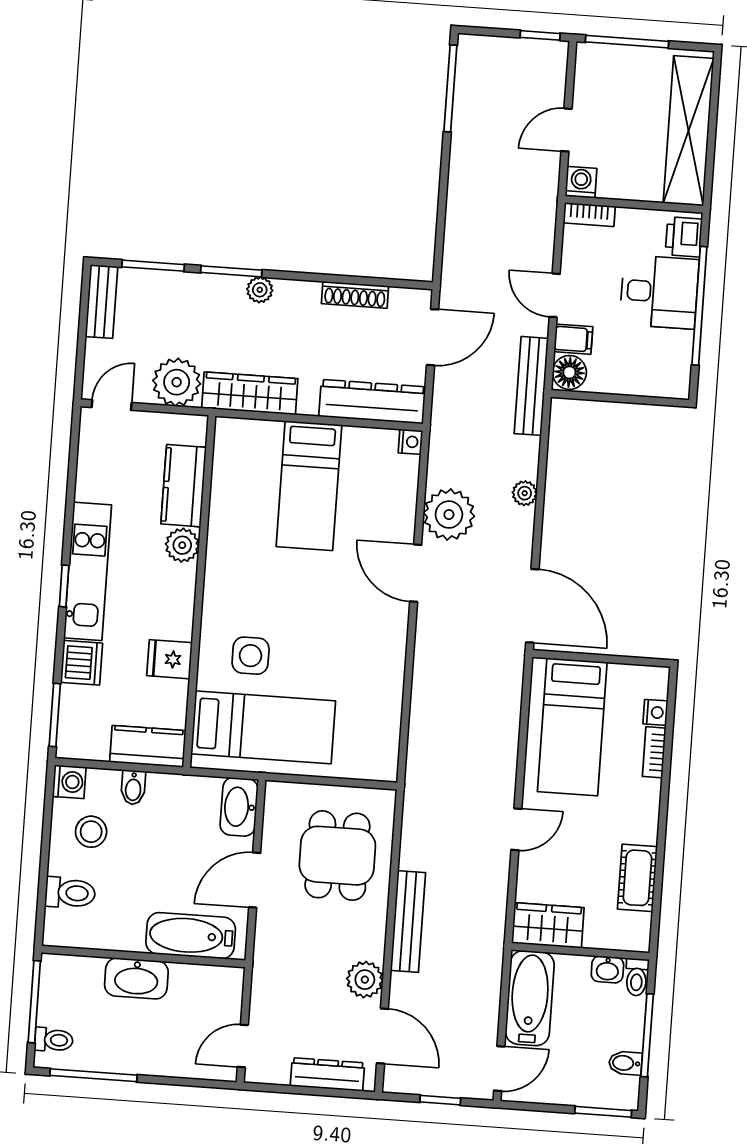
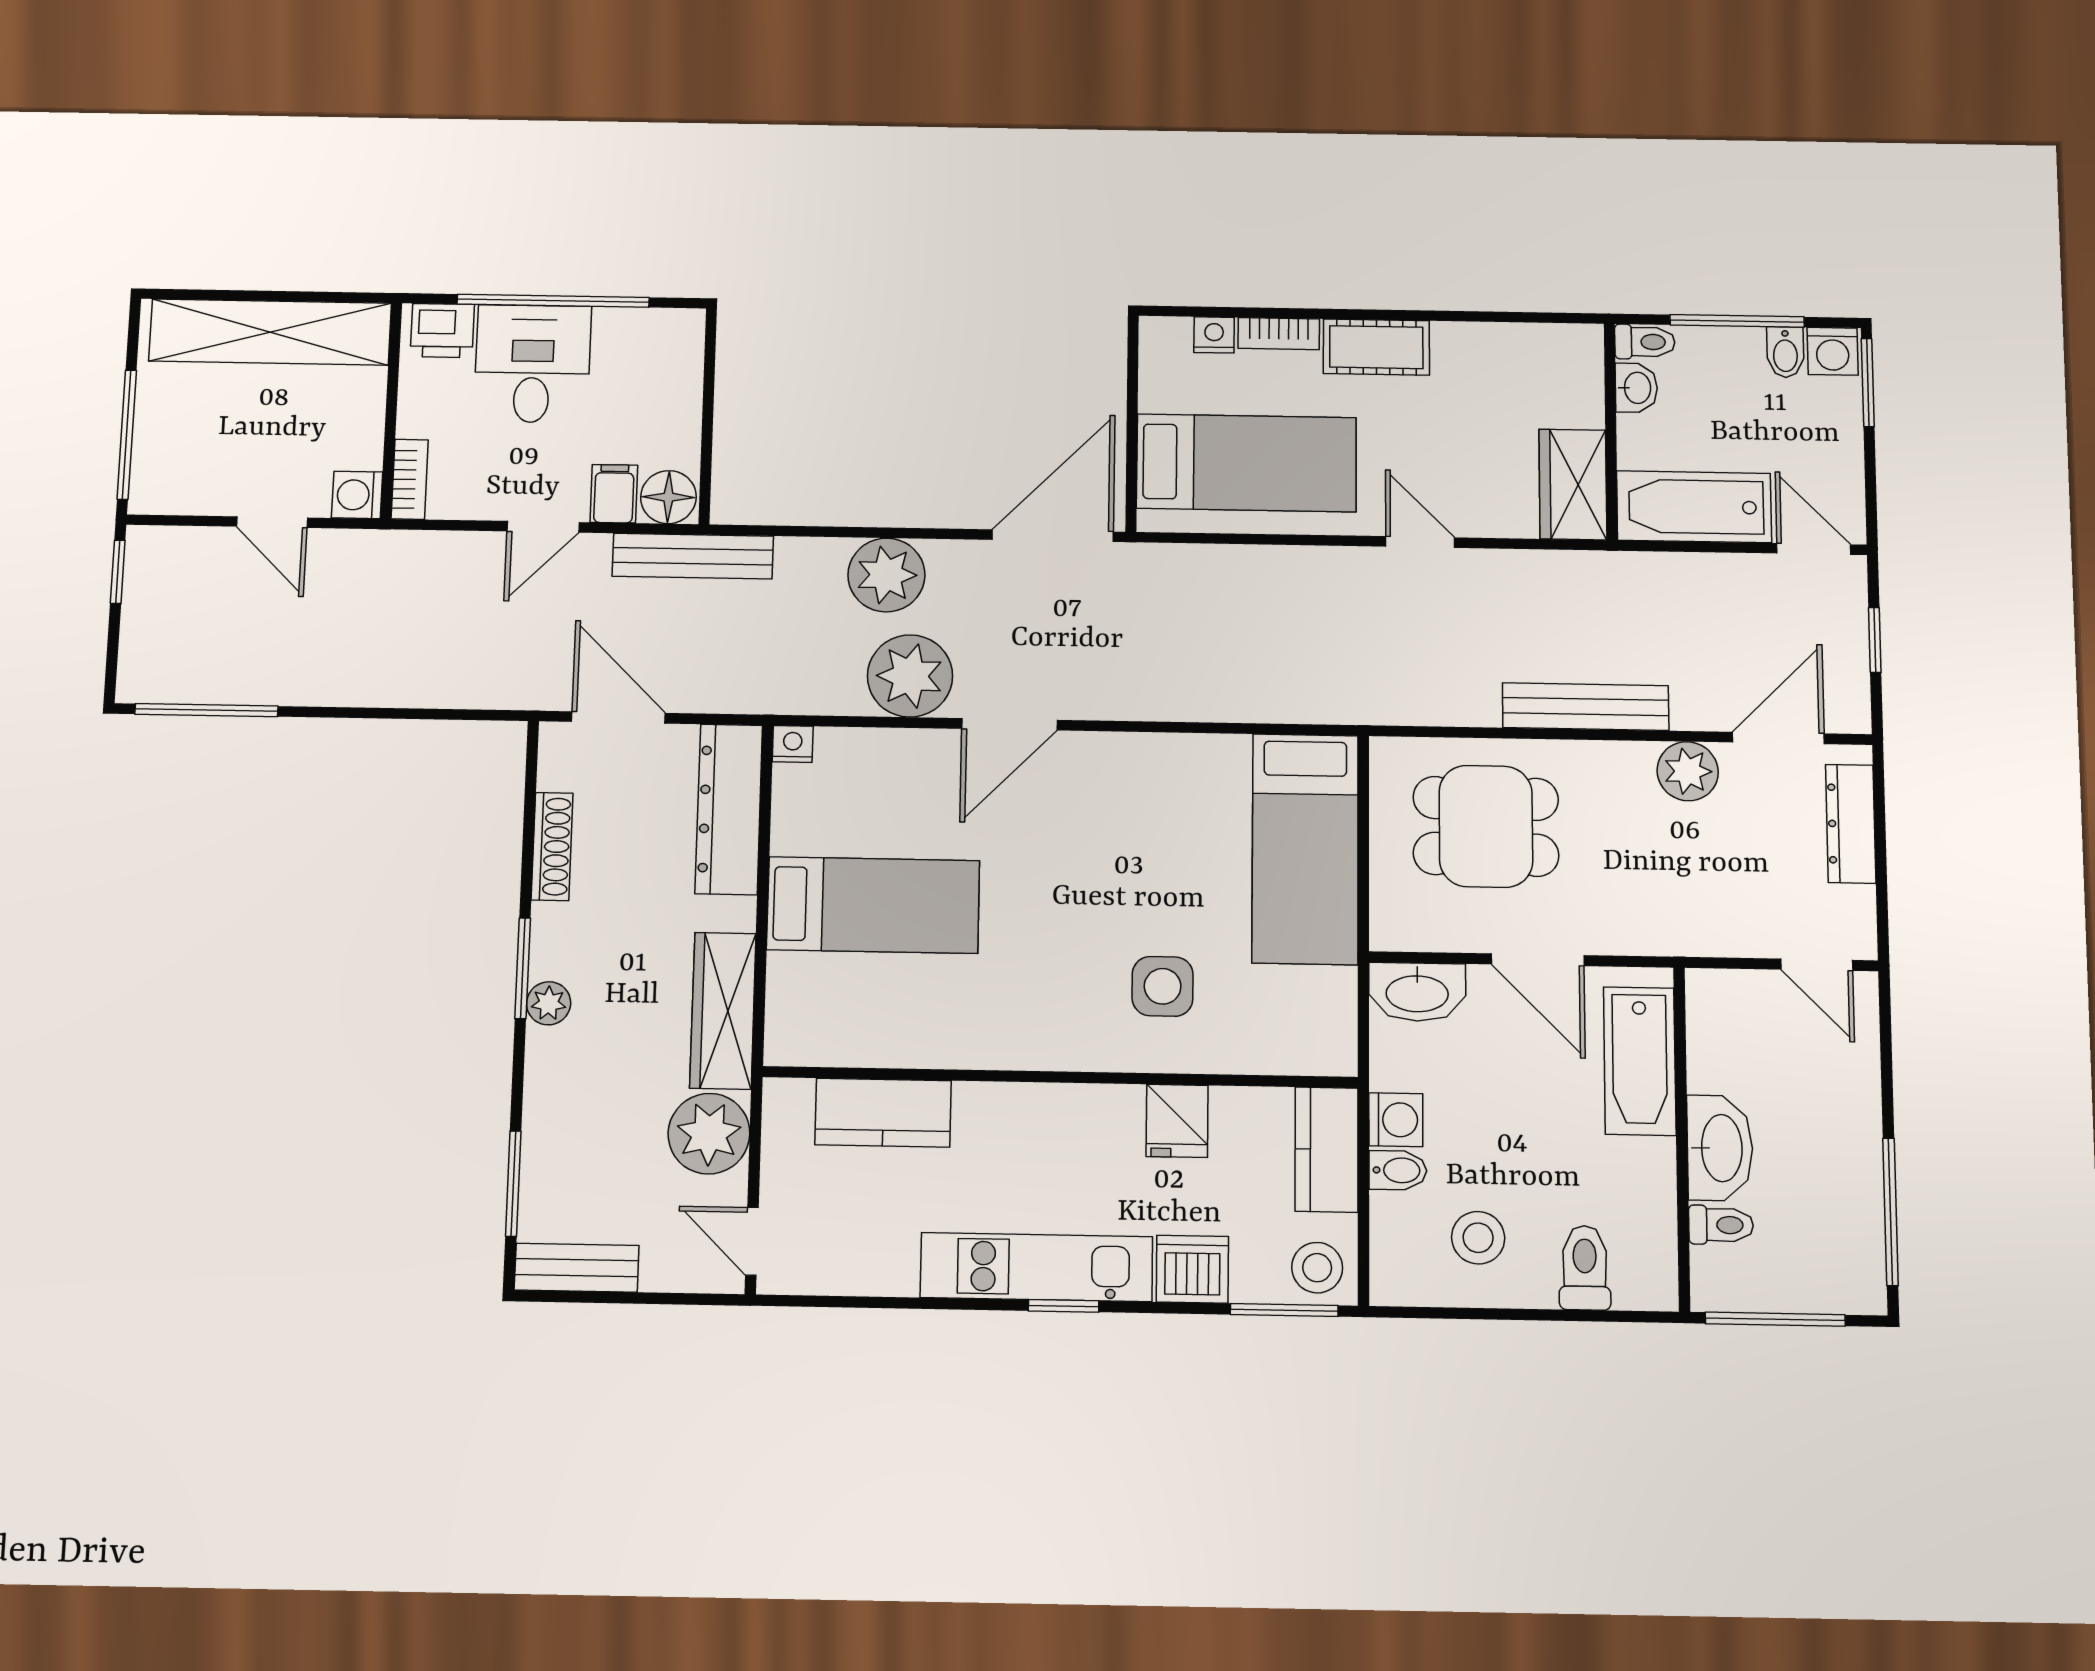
window: (231, 271) -> (523, 968), moved
plant: (525, 493) -> (886, 575), width x1.88, depth x1.88
plant: (182, 545) -> (984, 1110), removed
bed: (263, 727) -> (1305, 849), moved, turned 180
stool: (79, 736) -> (1317, 1268), added
washing machine: (69, 782) -> (1396, 1120), moved, turned 90
cot: (637, 878) -> (1376, 347), moved
toilet: (54, 1040) -> (1721, 1225), moved, turned 90
washing machine: (624, 1092) -> (1833, 351), added

